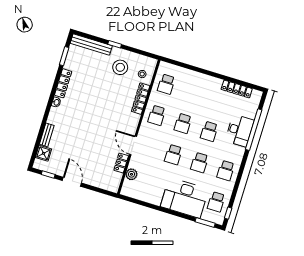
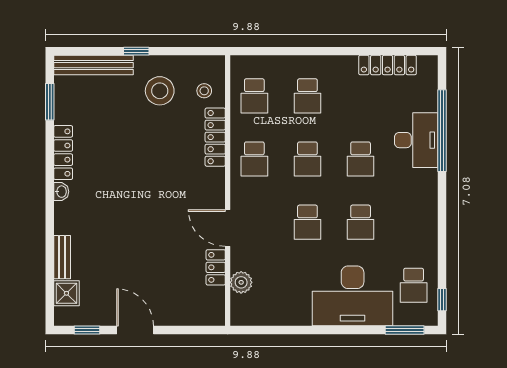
school desk: (226, 171) -> (307, 96), moved

